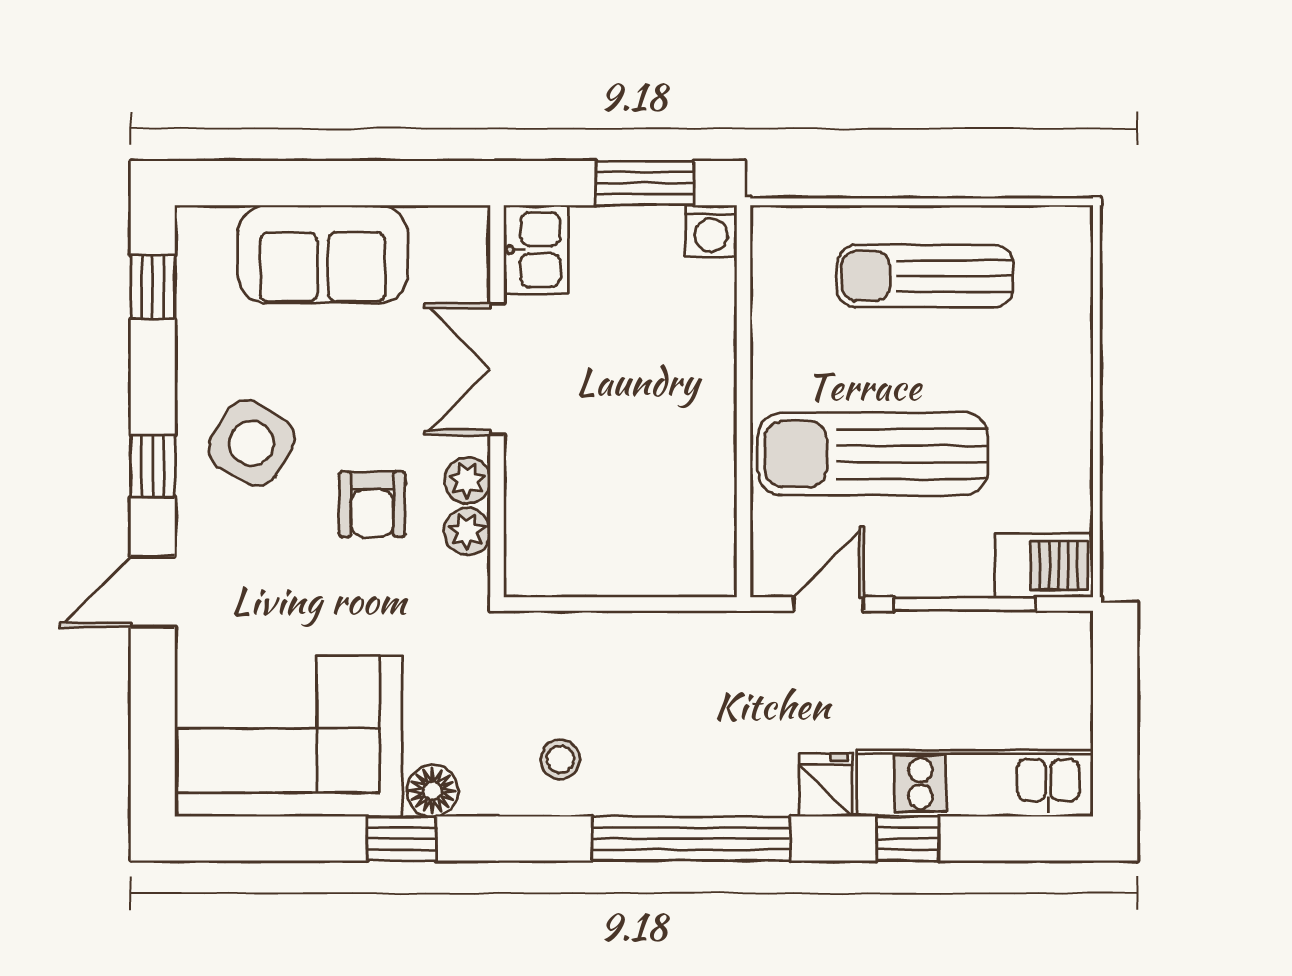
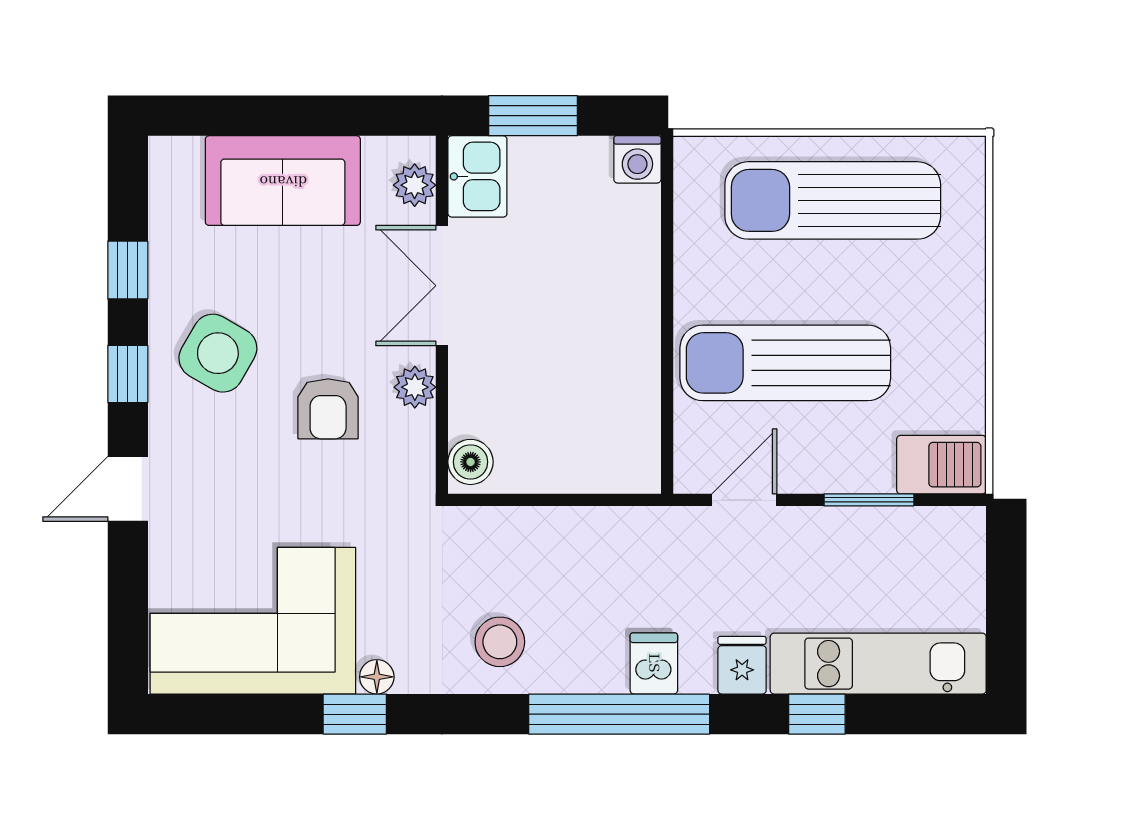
window: (645, 183) -> (533, 116), moved
sun lounger: (925, 276) -> (833, 200), width x1.36, depth x1.34
window: (153, 287) -> (128, 270), moved
plant: (467, 531) -> (415, 185), moved
boiler: (528, 562) -> (471, 462), added
window: (965, 604) -> (869, 500), width x0.69
stool: (560, 760) -> (500, 642), width x1.37, depth x1.37
dishwasher: (729, 783) -> (654, 663), added
floor lamp: (433, 791) -> (377, 677), width x0.73, depth x0.73

